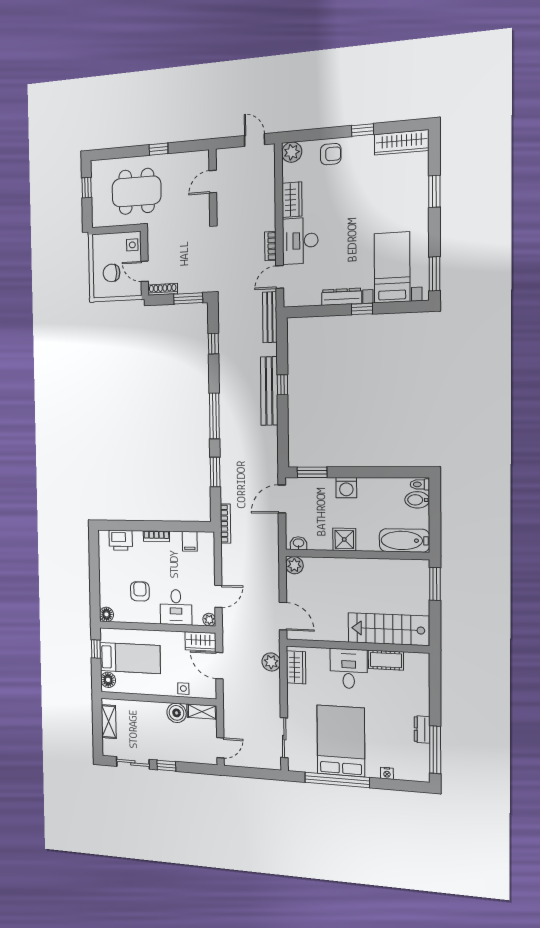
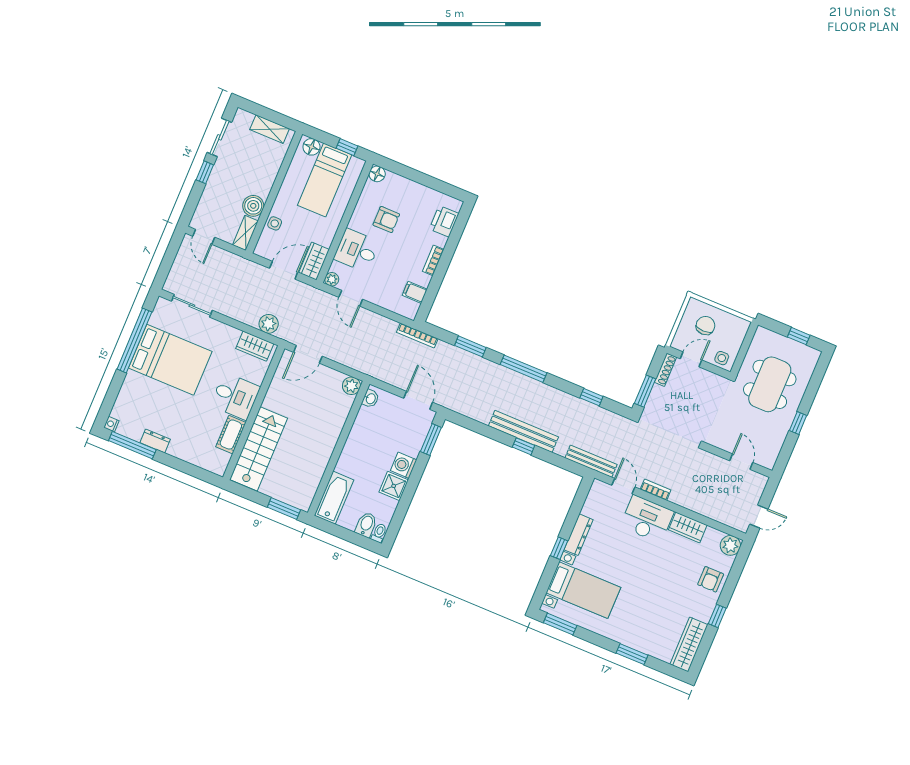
shower: (344, 539) -> (394, 486), moved
nightstand: (387, 773) -> (111, 424), moved

